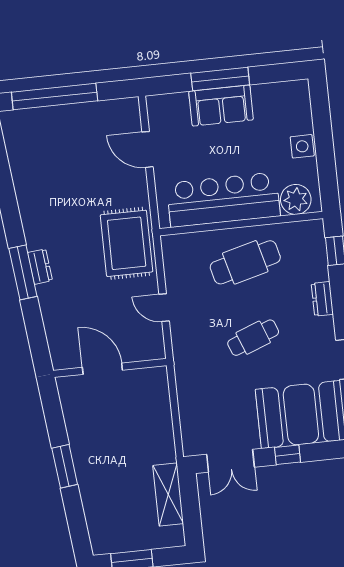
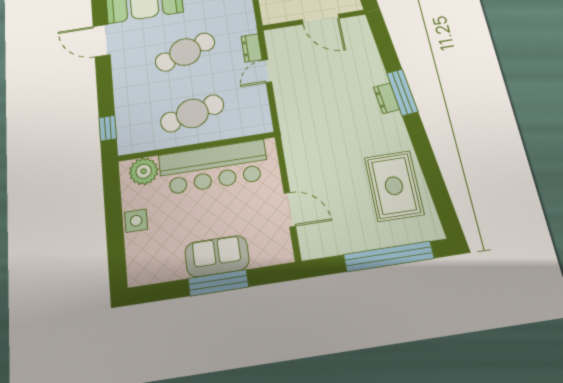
rug: (127, 243) -> (394, 186), moved
dresser: (322, 299) -> (252, 48), moved, turned 180
door: (164, 308) -> (267, 71), swing flipped
cafe table: (253, 338) -> (185, 52), width x1.37, depth x1.35

